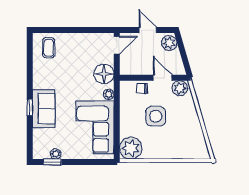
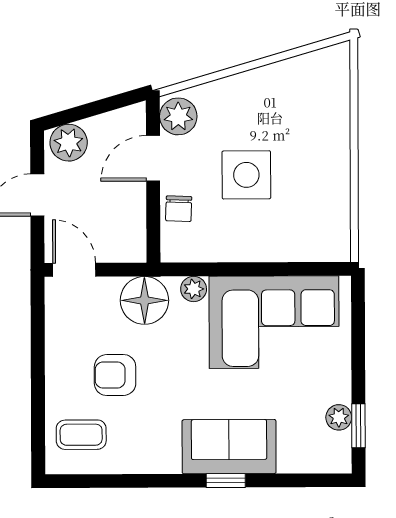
armchair: (73, 62) -> (115, 375), added
plant: (131, 148) -> (324, 235), removed

